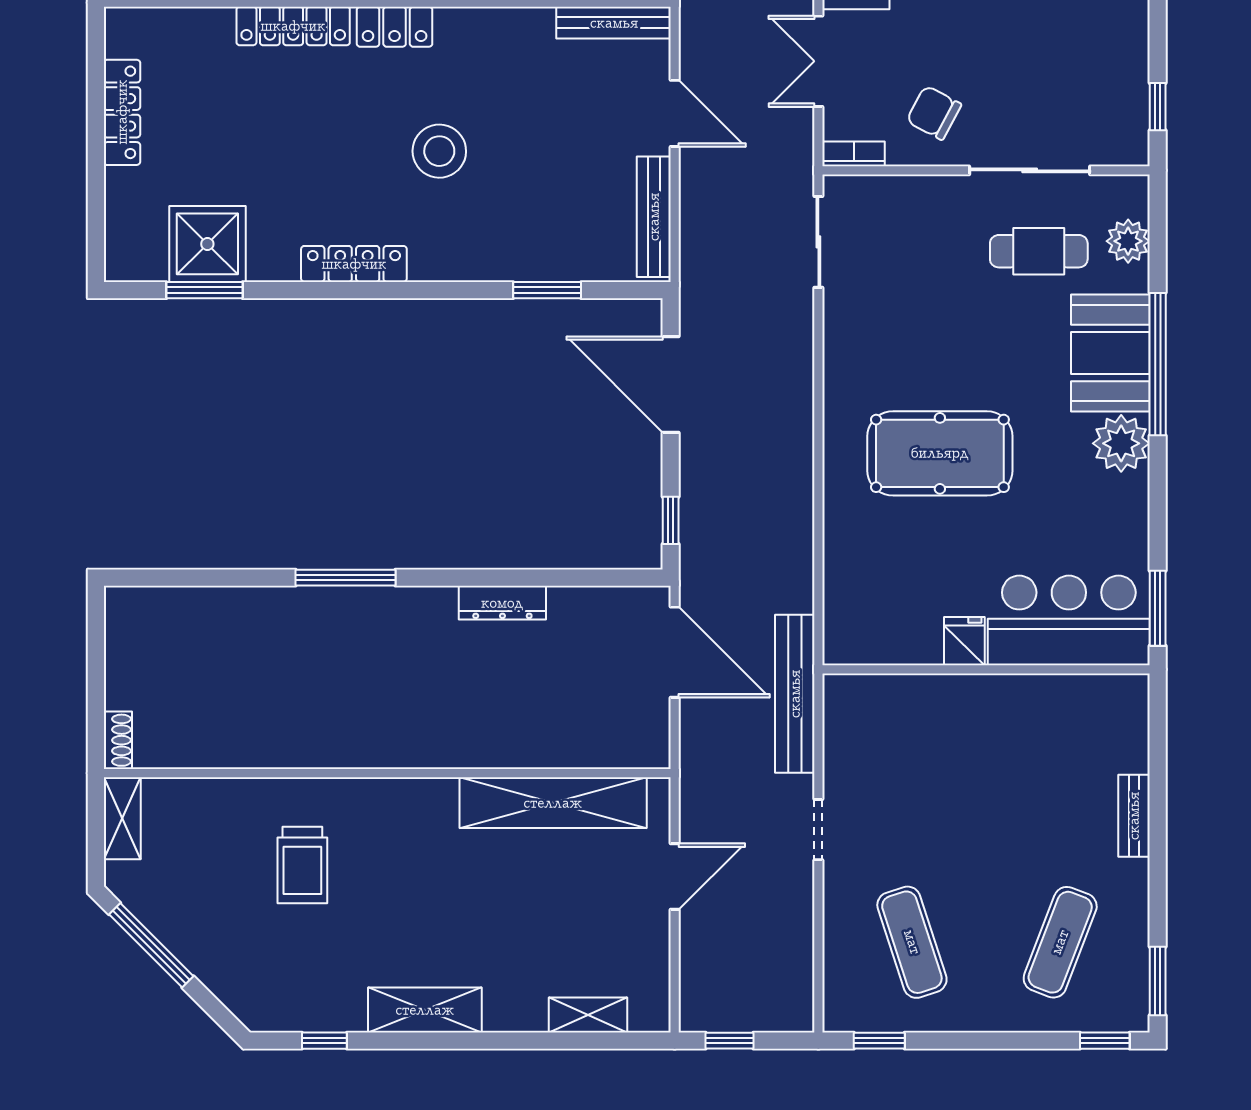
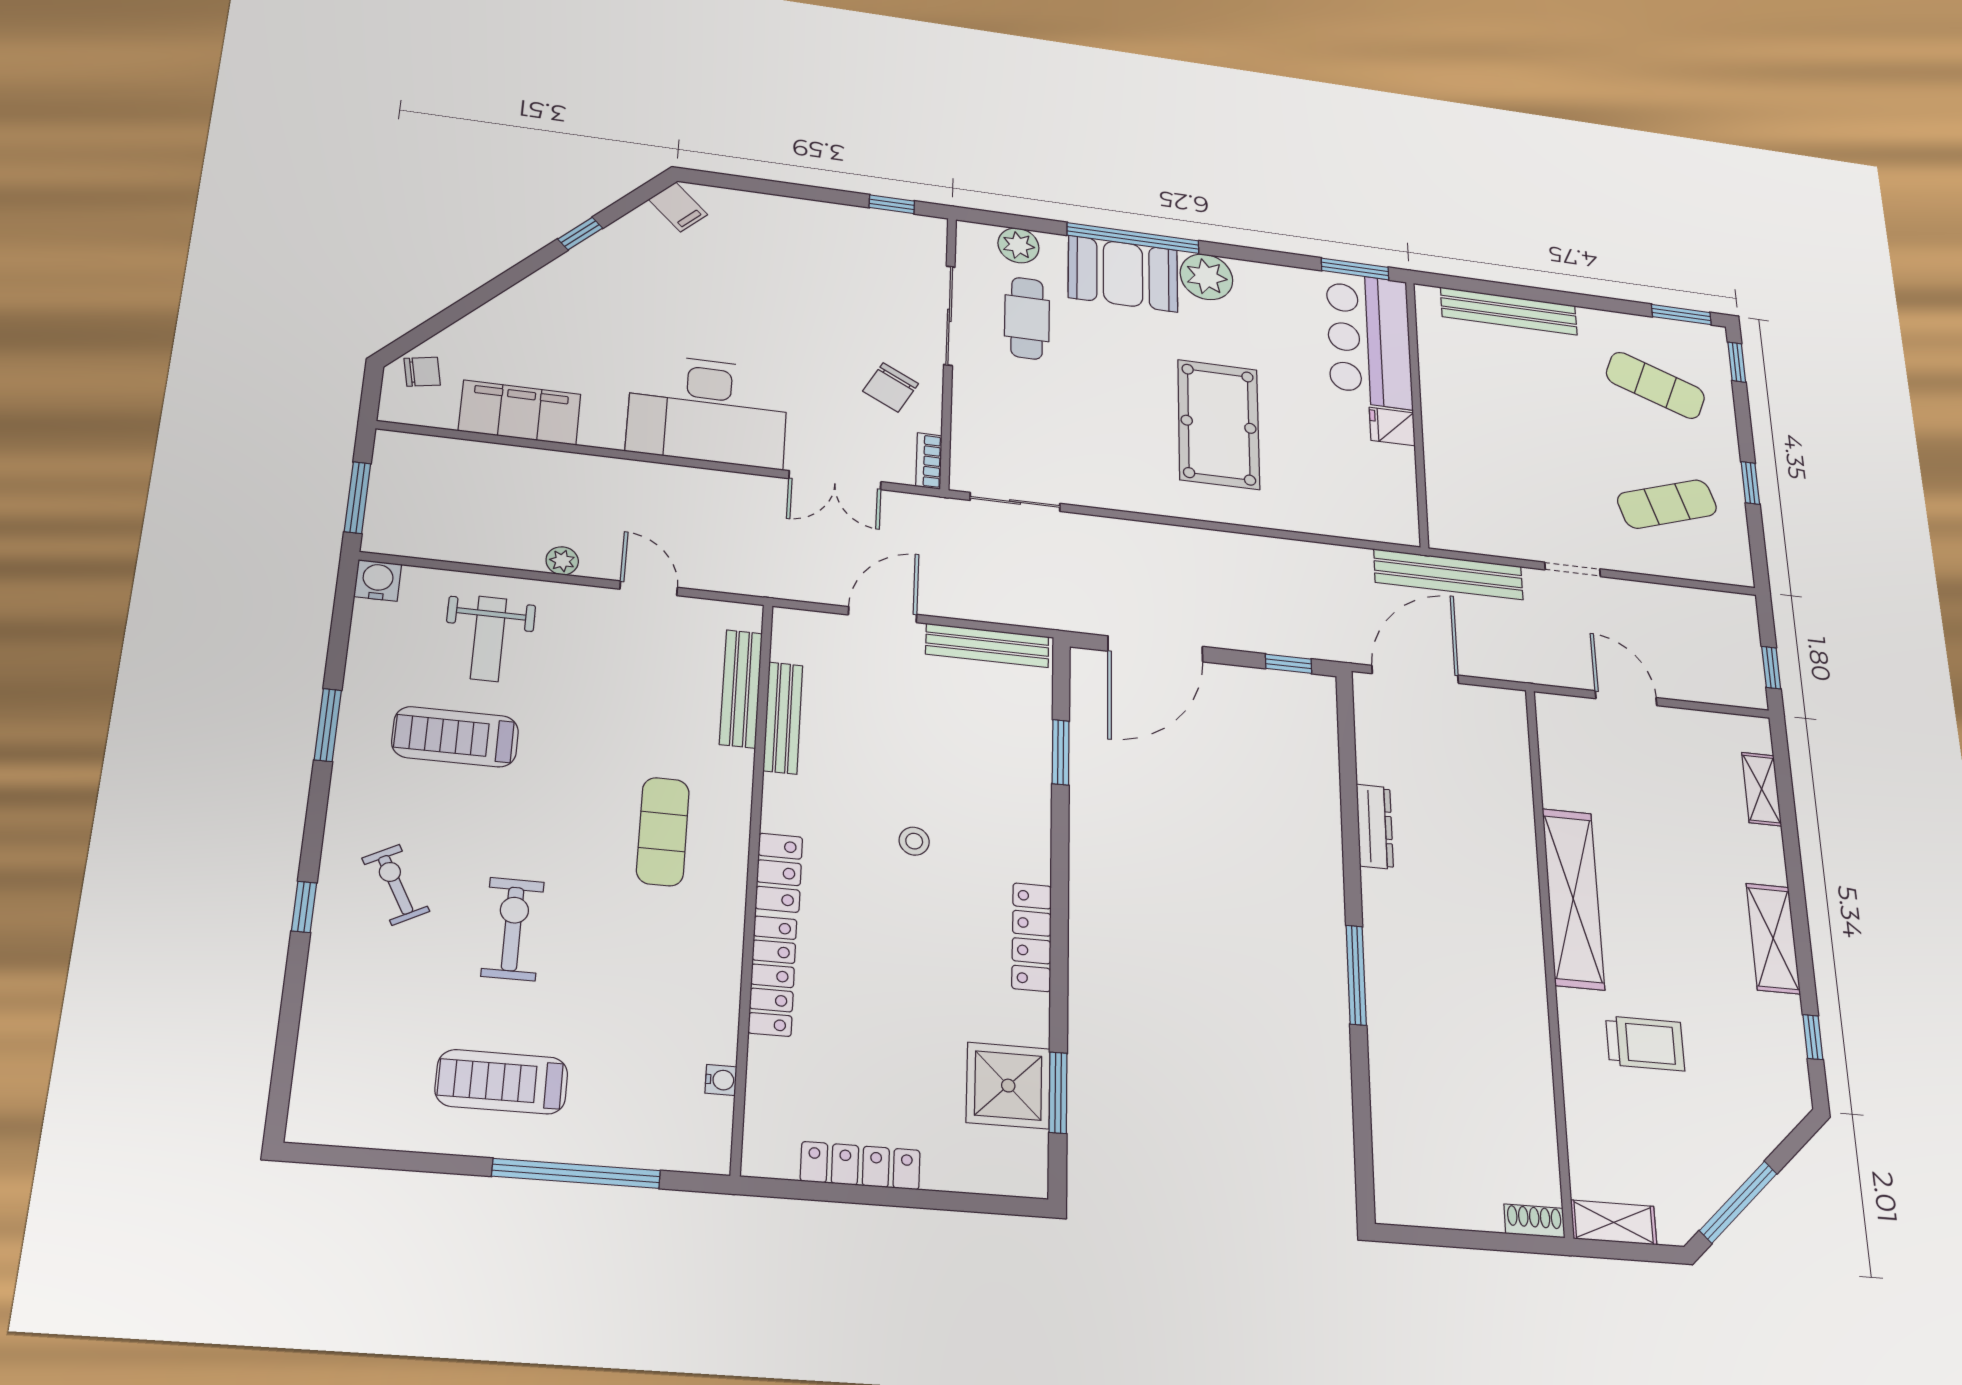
bench: (614, 23) -> (783, 718), moved
stool: (439, 151) -> (914, 841), width x0.53, depth x0.53
shelving: (553, 803) -> (1573, 898), moved
bench: (1134, 816) -> (1509, 311), width x1.86, depth x1.21
window: (879, 1041) -> (1750, 483), moved

